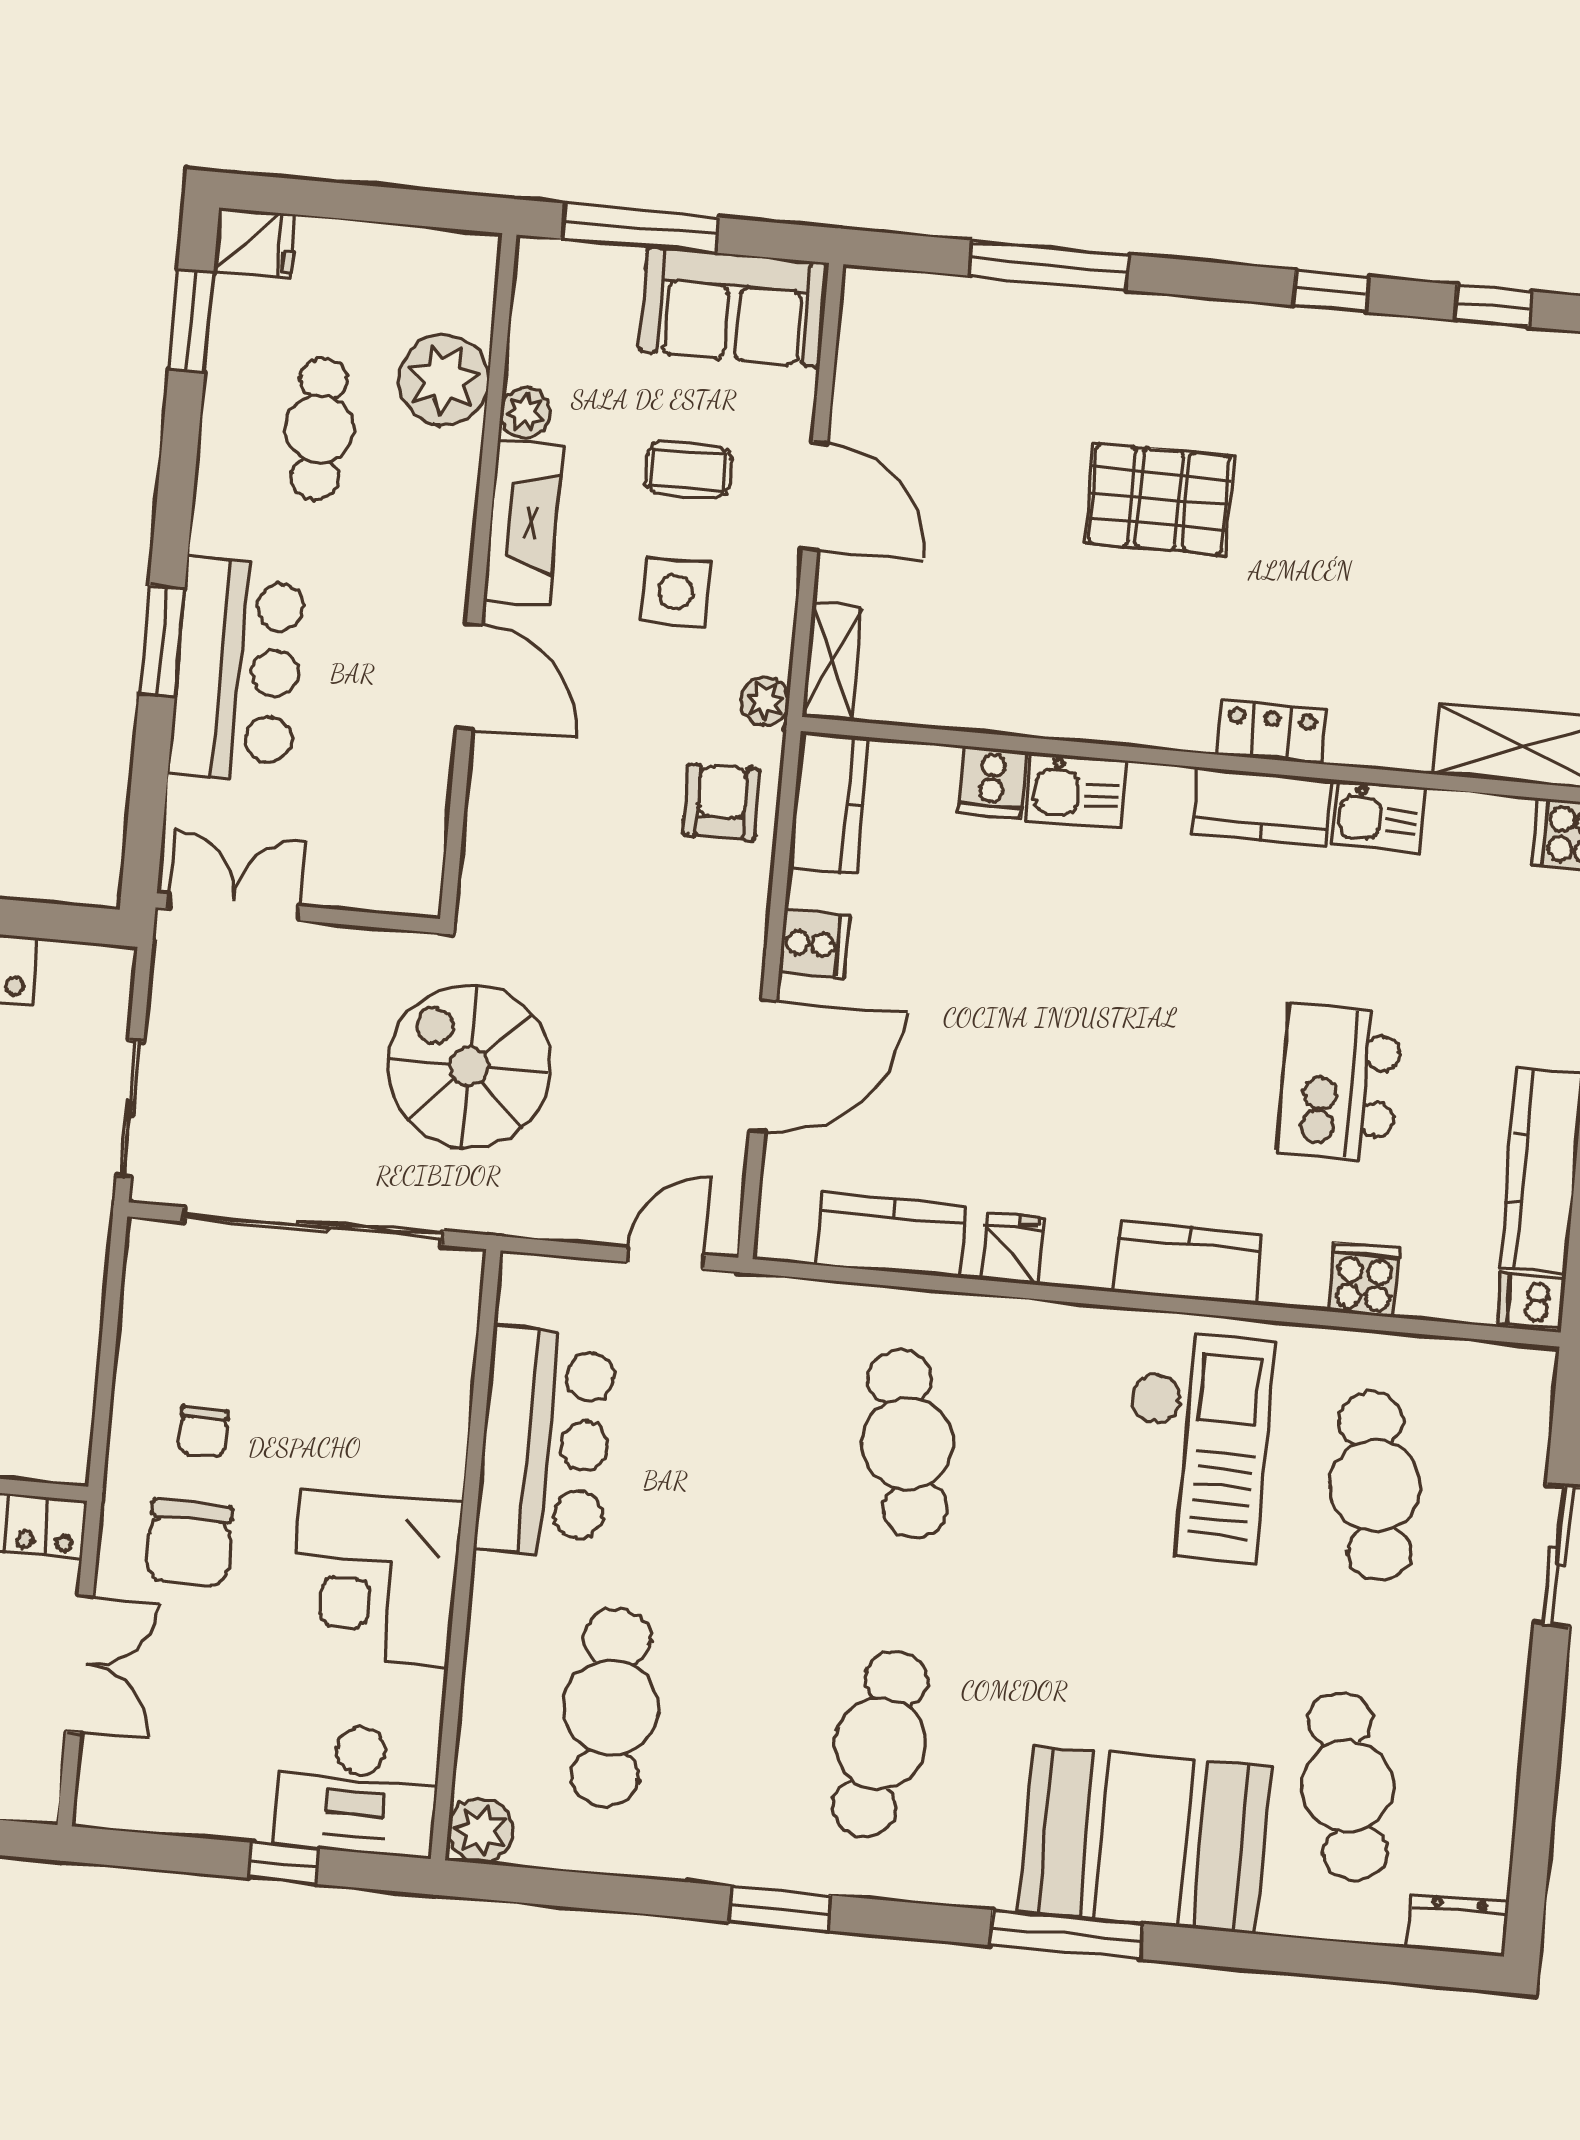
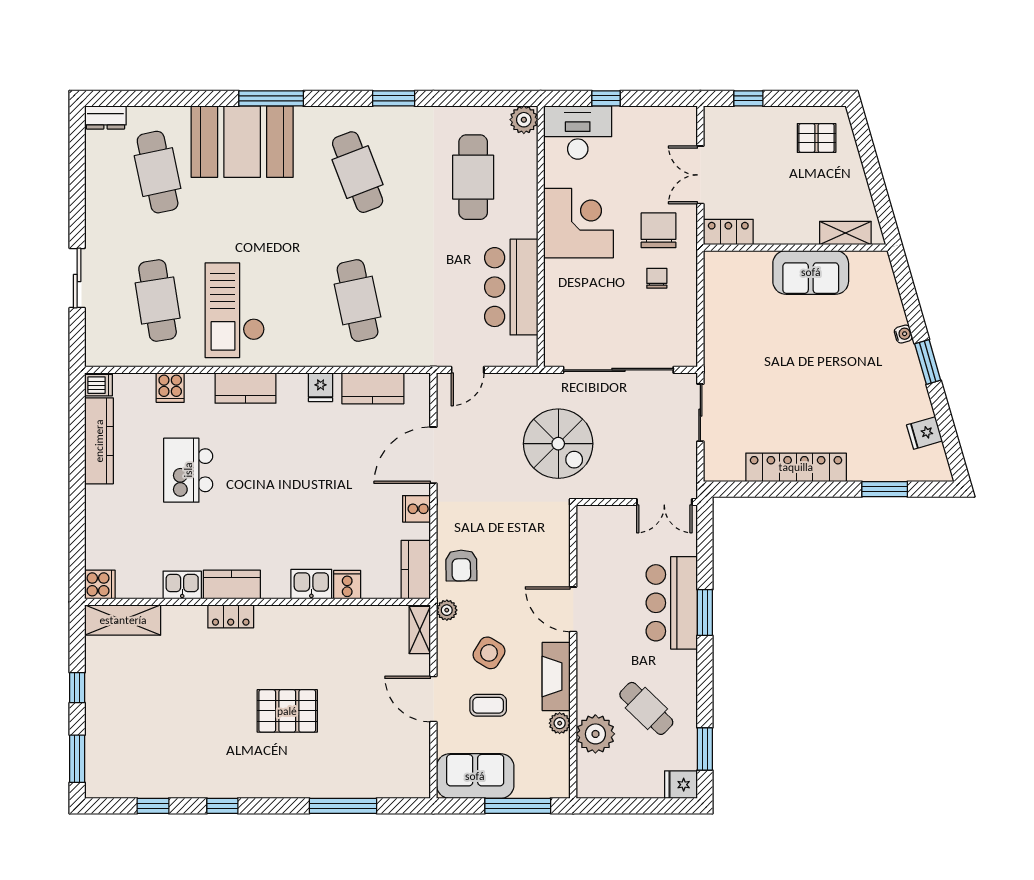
cafe table: (319, 429) -> (646, 708), turned -46
side table: (675, 592) -> (489, 653), turned 31
kitchen island: (1340, 1083) -> (188, 470), turned 180
cafe table: (880, 1744) -> (358, 172), turned -30

